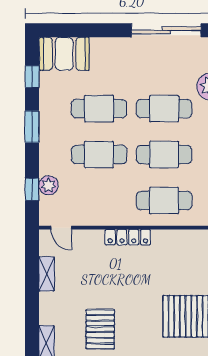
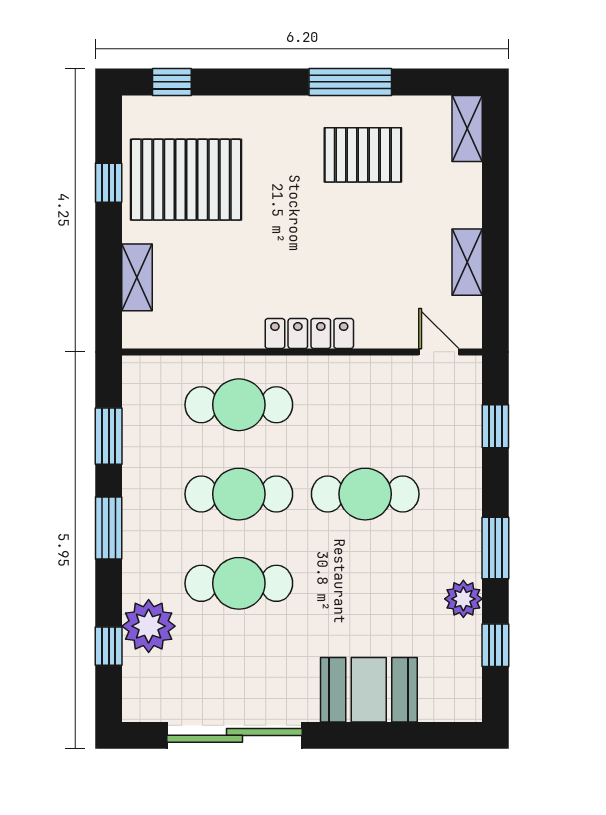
booth: (64, 54) -> (369, 690), moved
cafe table: (99, 109) -> (365, 583), removed
plant: (49, 185) -> (463, 599), moved
pallet: (100, 329) -> (363, 155), turned 90

